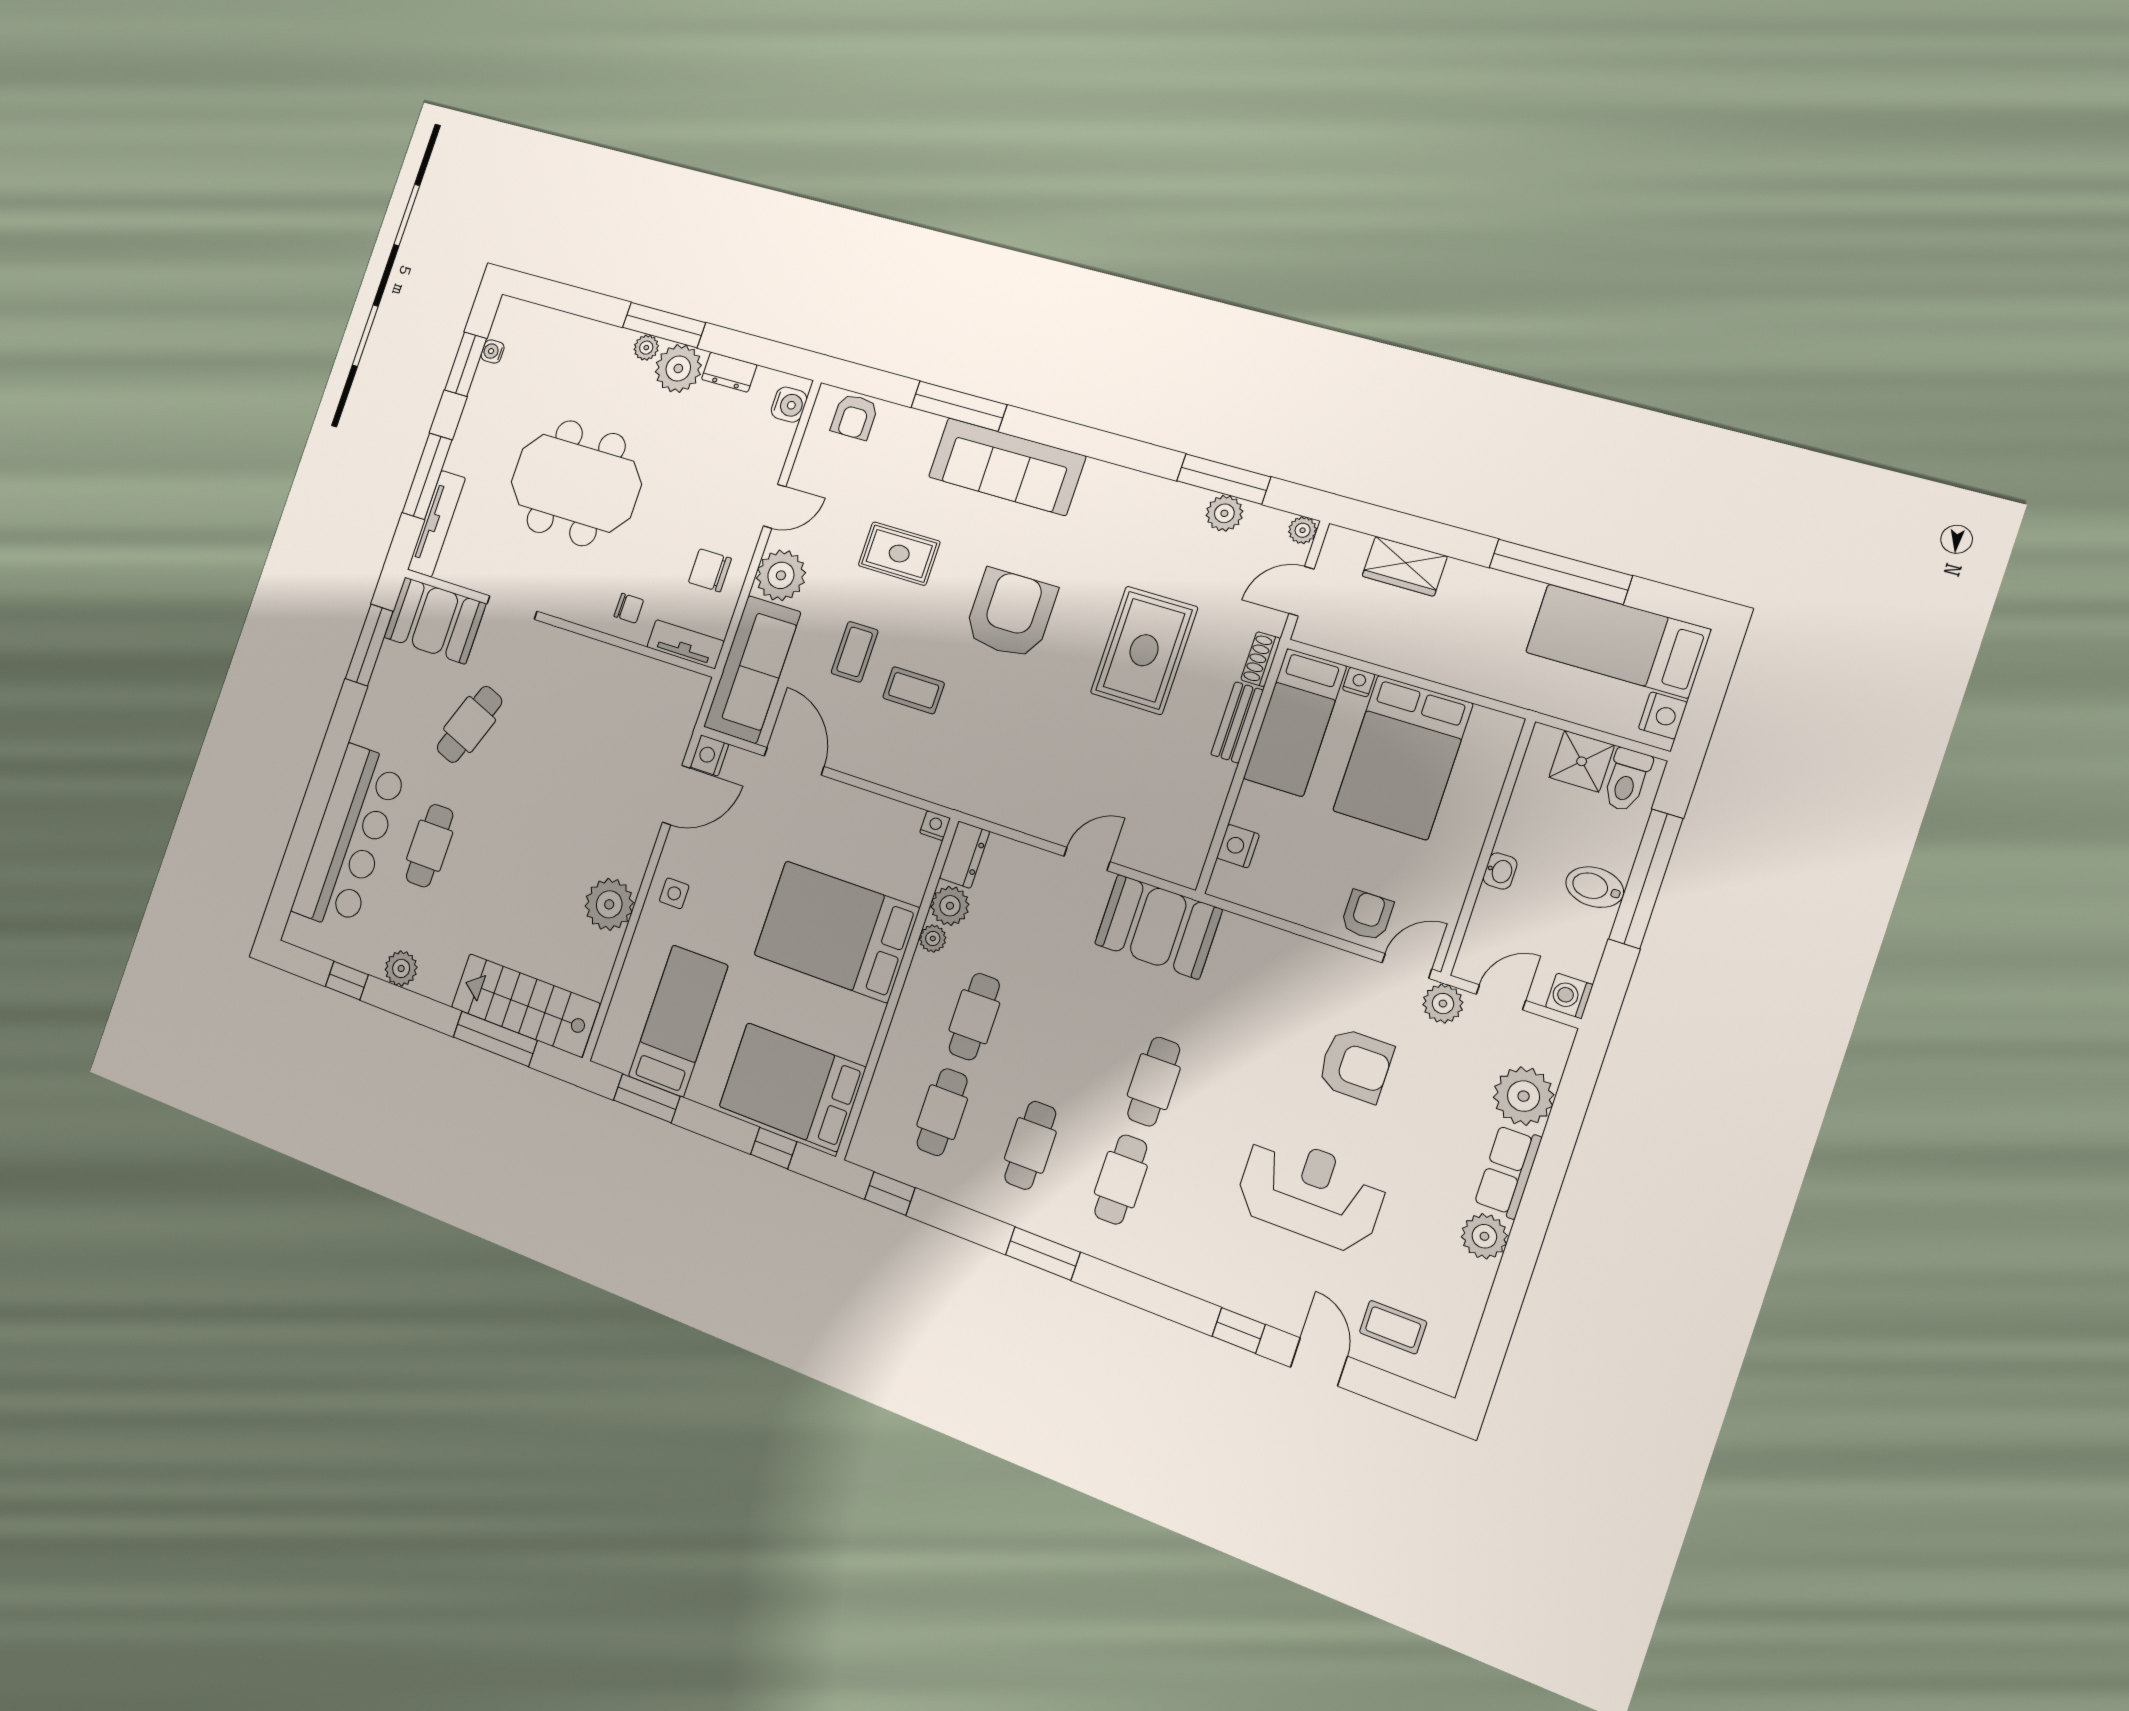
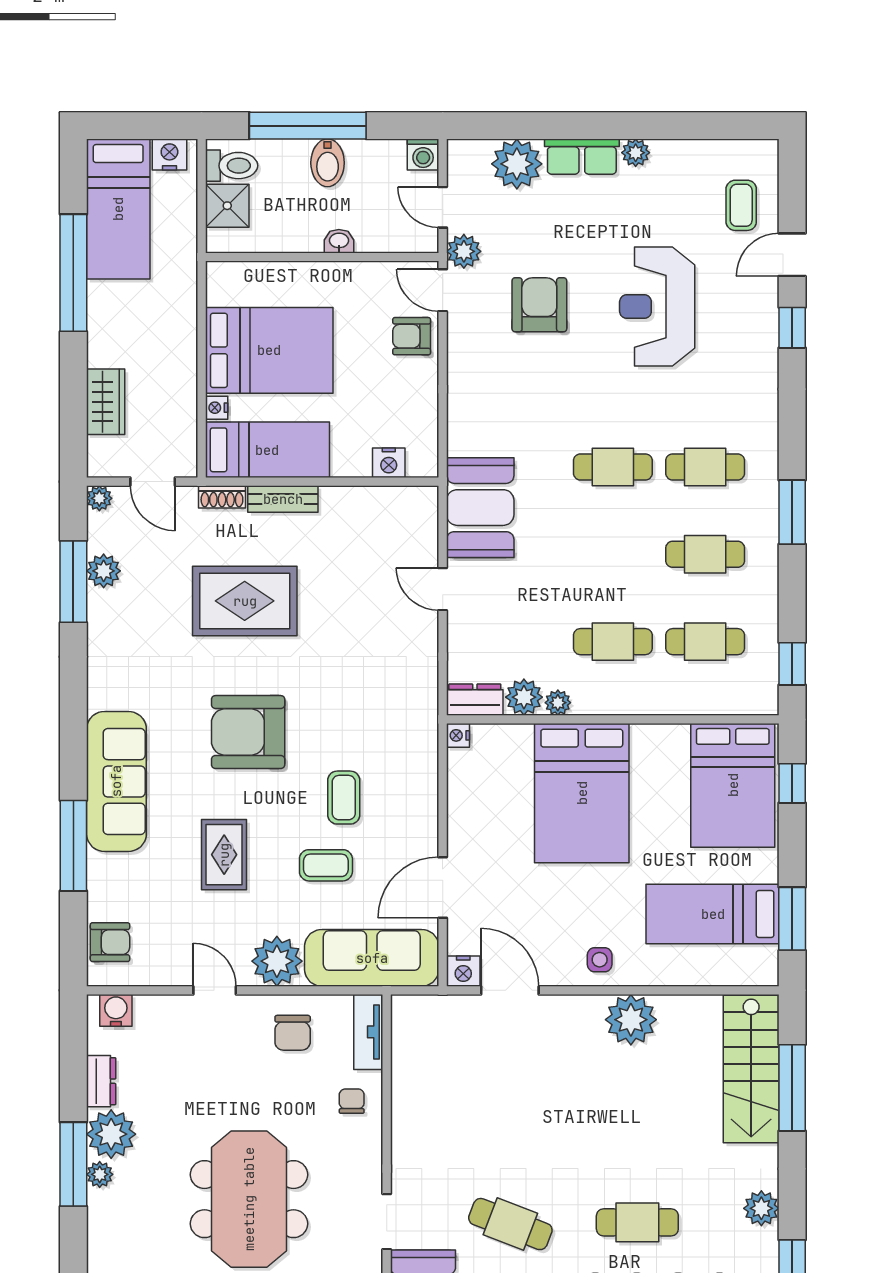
plant: (1484, 1236) -> (636, 153), width x0.73, depth x0.73

